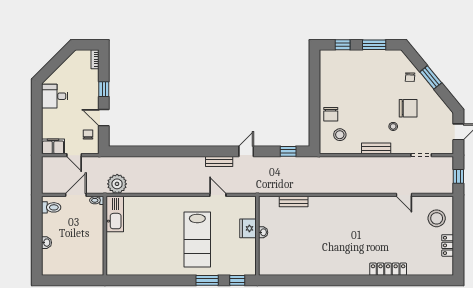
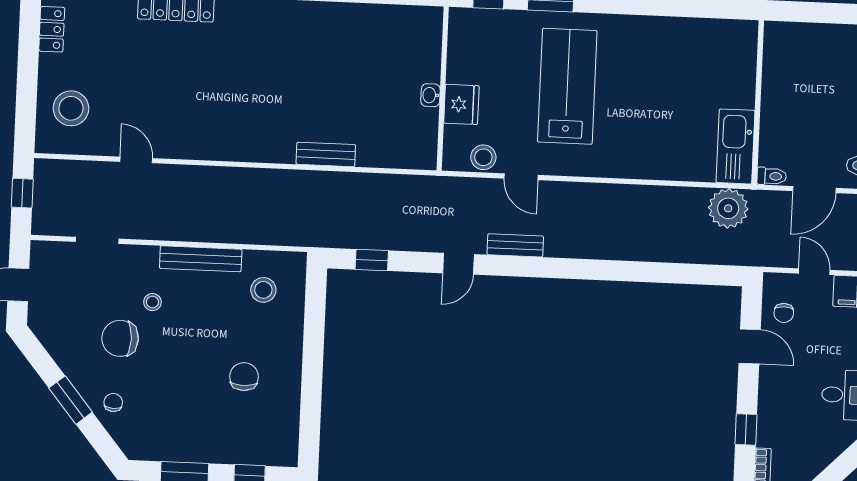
window: (104, 89) -> (746, 429), moved
chair: (331, 114) -> (244, 377), moved
bench: (376, 148) -> (201, 259), width x1.36
bench: (294, 201) -> (326, 154), moved
stool: (236, 203) -> (483, 157), added
locker: (448, 245) -> (52, 29), moved

